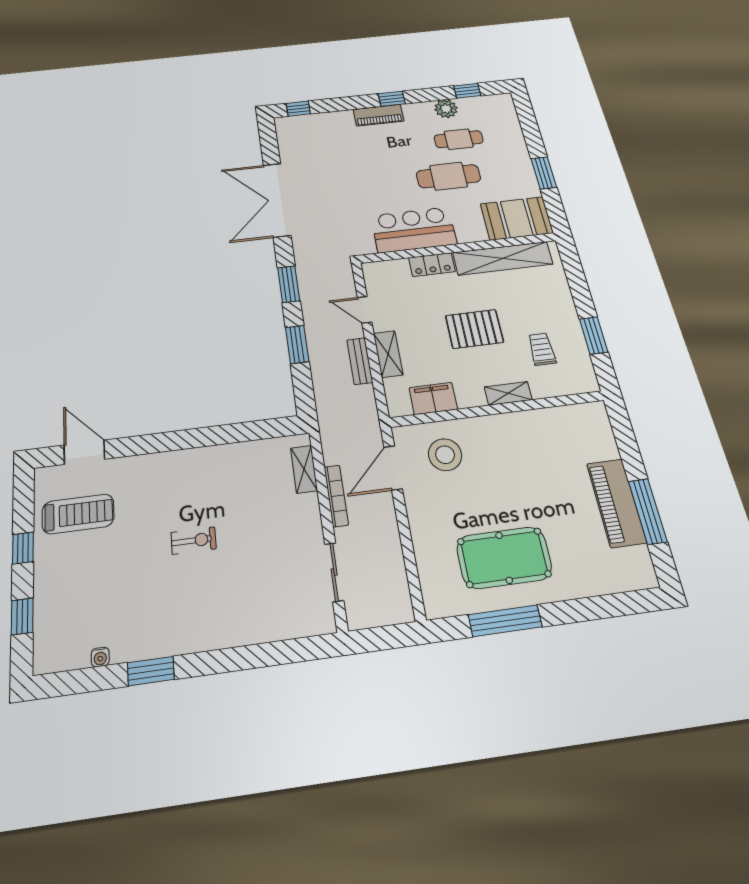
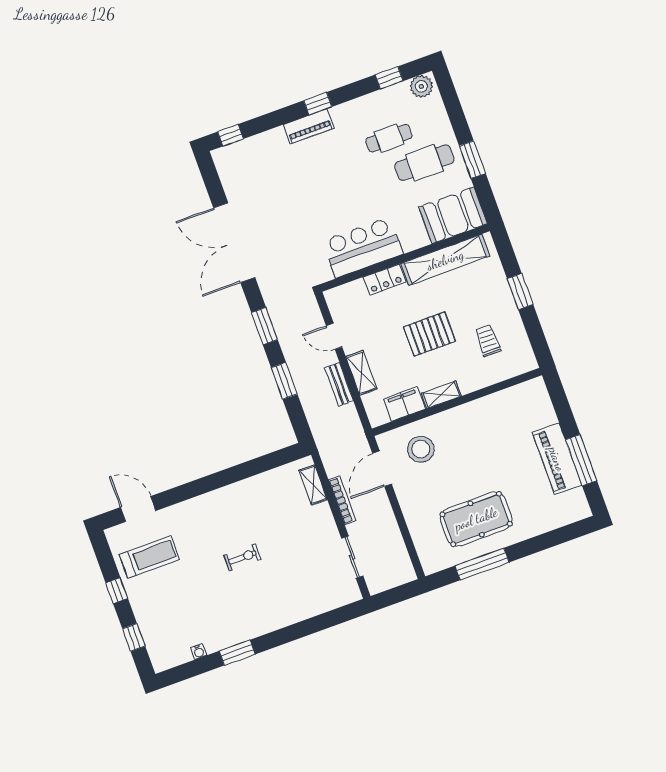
plant: (446, 109) -> (421, 86), moved
cafe table: (448, 176) -> (424, 163), moved
window: (594, 335) -> (520, 292), moved
shelving: (508, 393) -> (441, 395), moved

